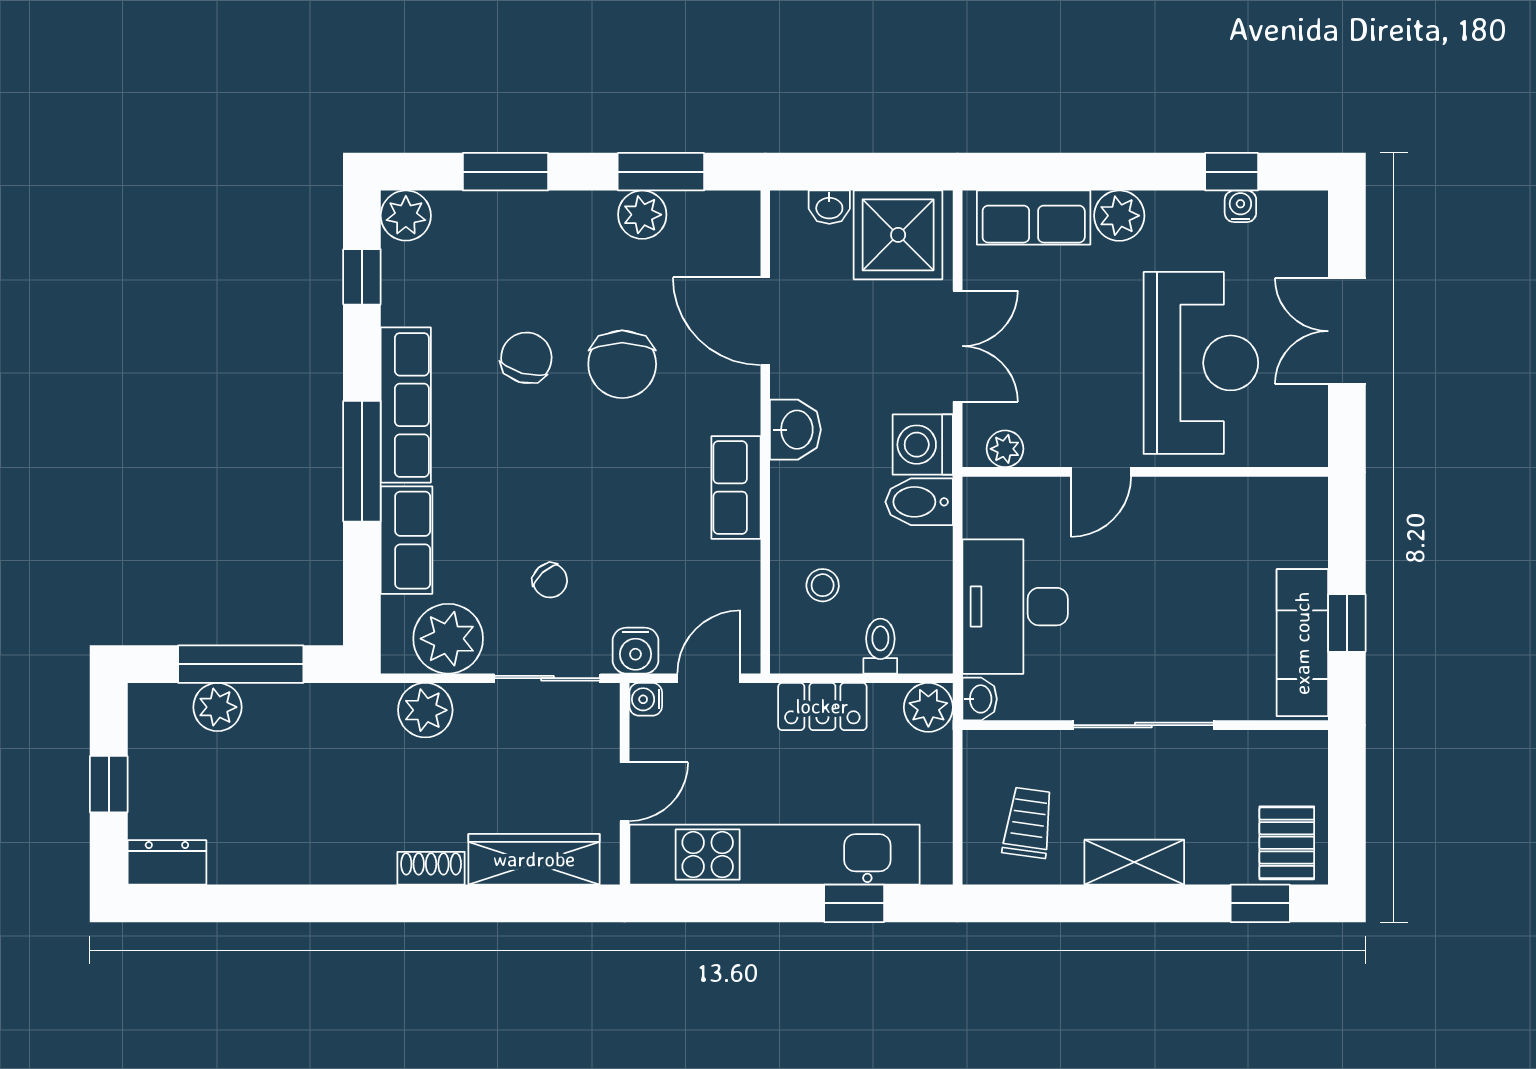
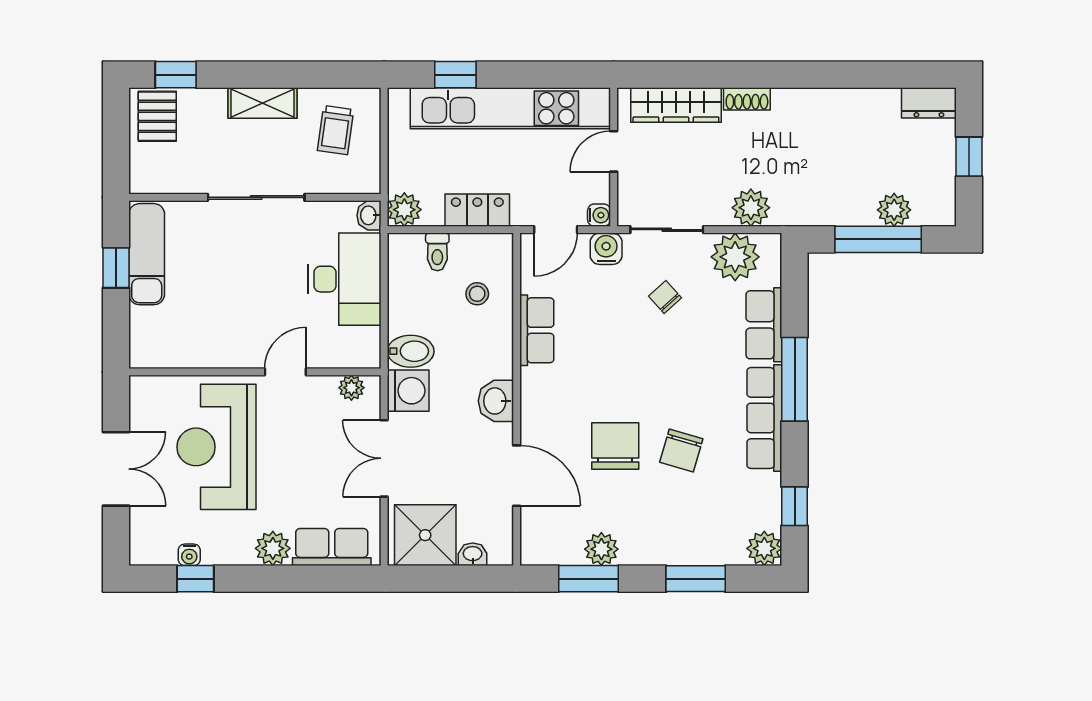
row of seats: (736, 488) -> (537, 330), moved

